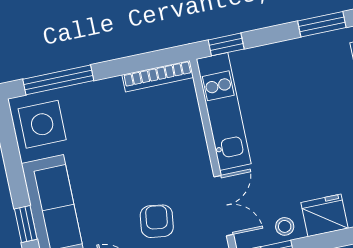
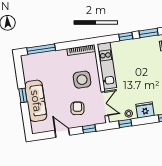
window: (226, 44) -> (126, 36), moved
side table: (42, 124) -> (82, 80), moved
window: (26, 224) -> (23, 95), moved

